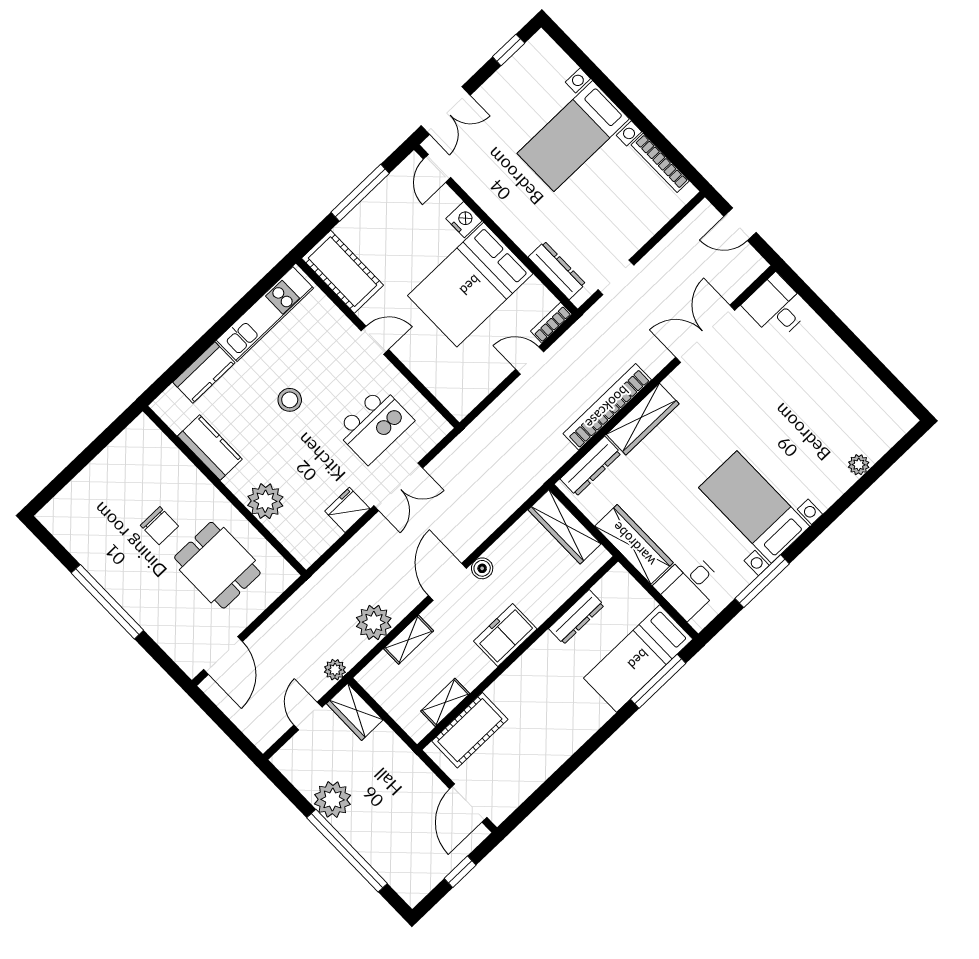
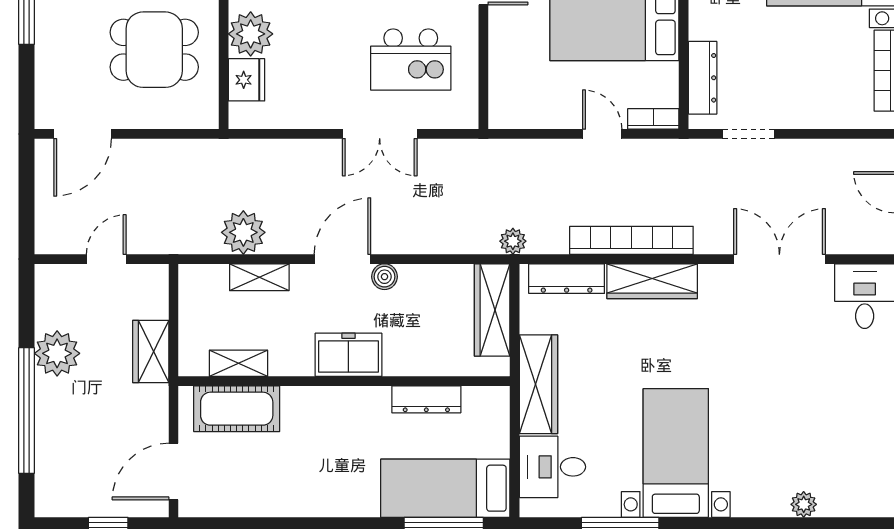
fridge: (347, 510) -> (246, 80), moved, turned 90
dining table: (217, 565) -> (154, 50), turned 90
plant: (335, 670) -> (513, 241), moved
wardrobe: (355, 712) -> (151, 352), moved

